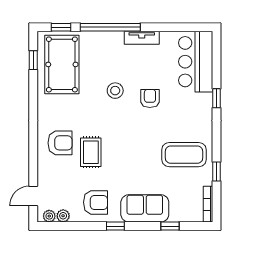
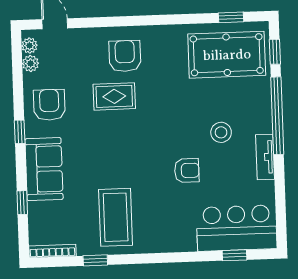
stool: (115, 91) -> (221, 132), moved
window: (217, 98) -> (235, 255), moved
armchair: (60, 143) -> (125, 56), turned 180
armchair: (96, 202) -> (49, 105), turned 180

